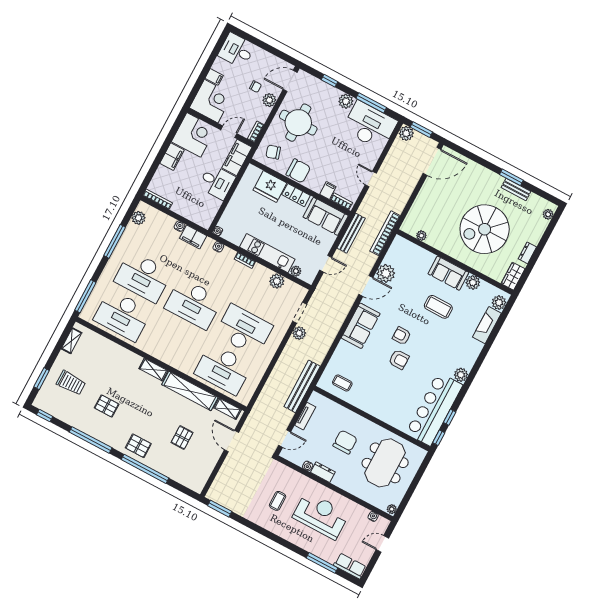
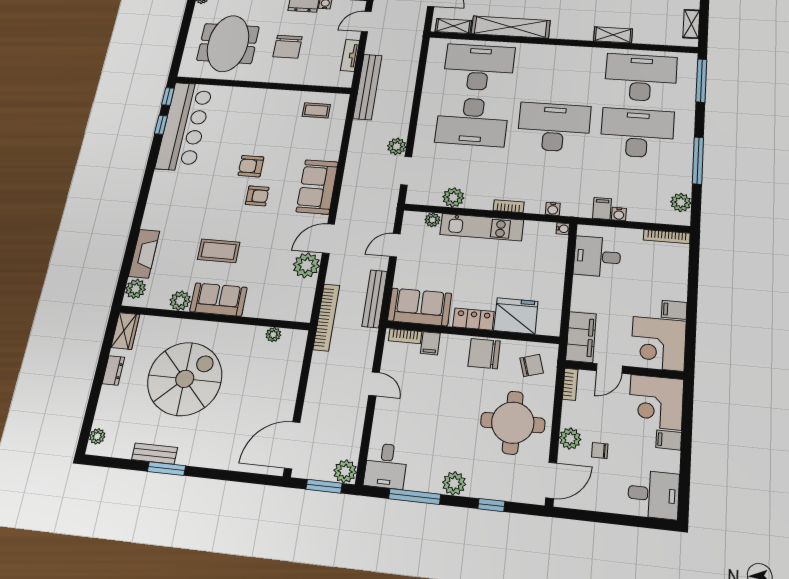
desk: (370, 126) -> (386, 466), width x0.53, depth x0.77
filing cabinet: (172, 157) -> (674, 310), width x0.50
desk: (217, 182) -> (597, 257), moved
filing cabinet: (193, 237) -> (602, 209), width x0.50
shelving: (153, 370) -> (613, 35), moved
plant: (461, 375) -> (161, 180), removed

